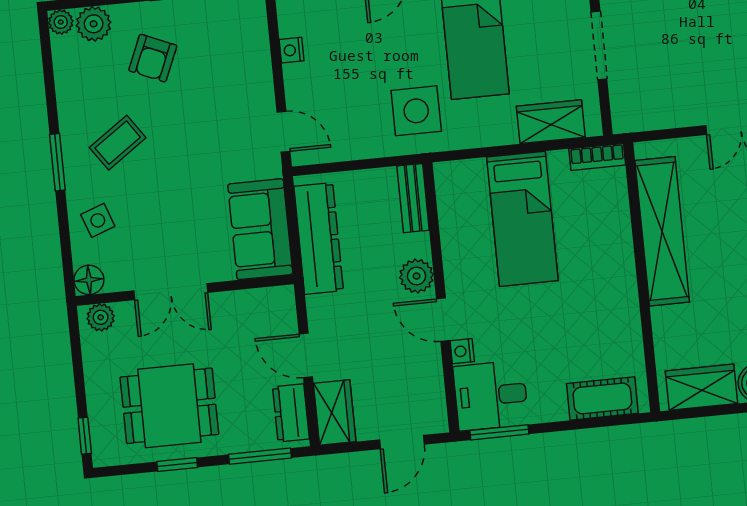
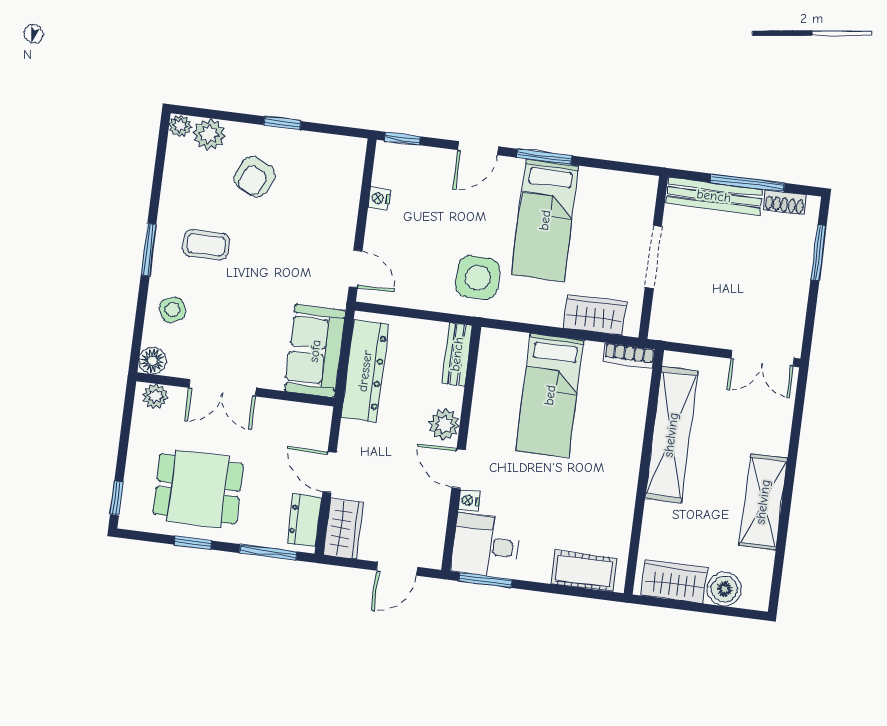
coffee table: (118, 143) -> (206, 245), turned 35

